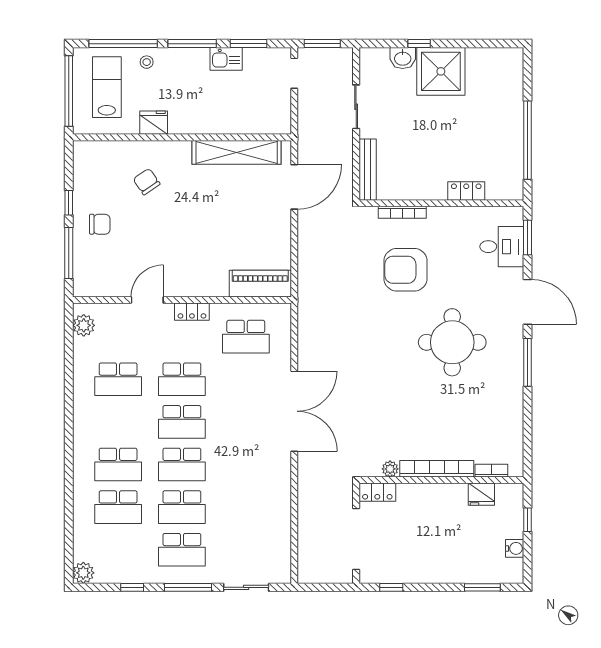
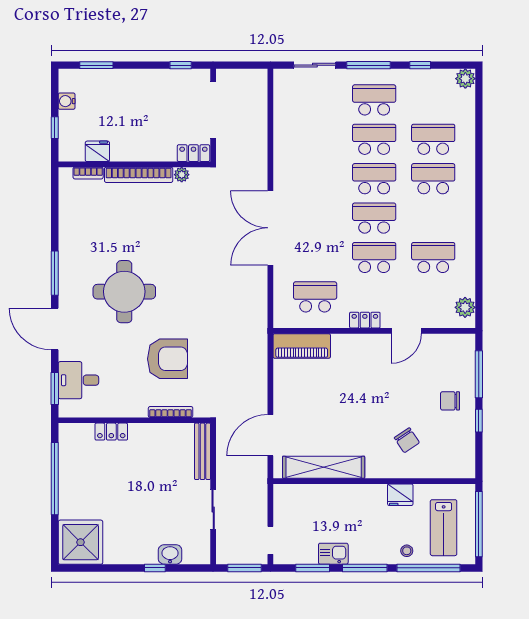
shower: (441, 71) -> (81, 542), moved

